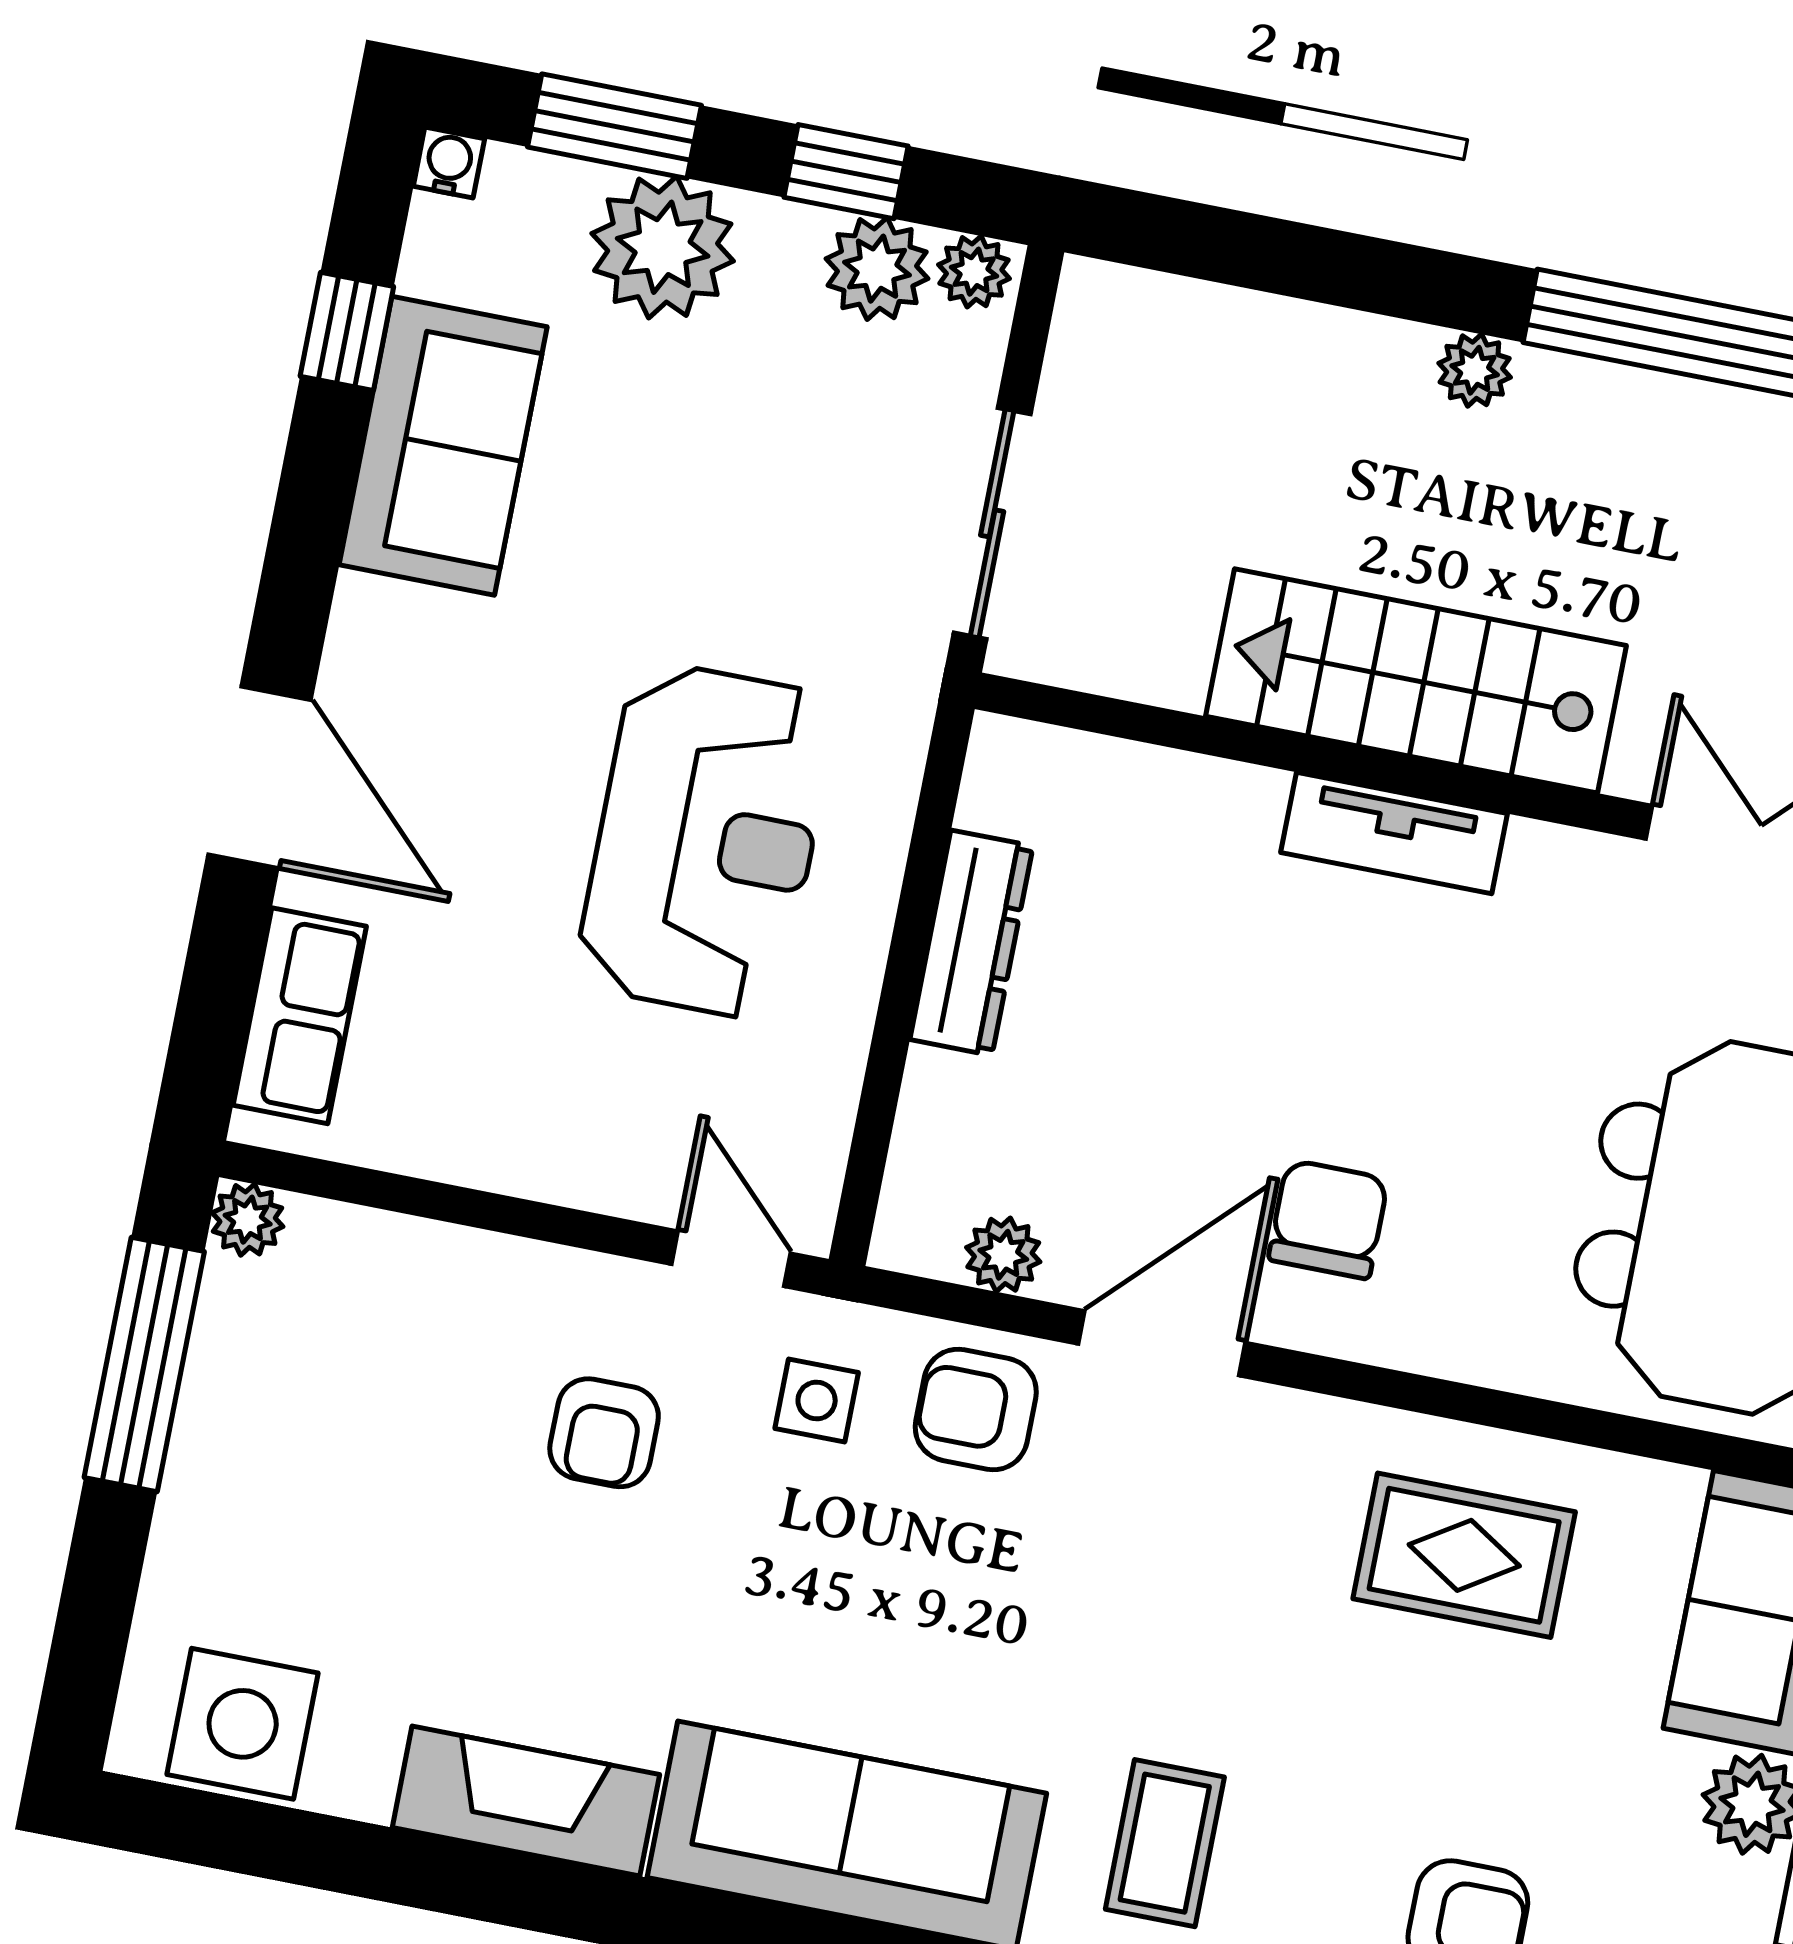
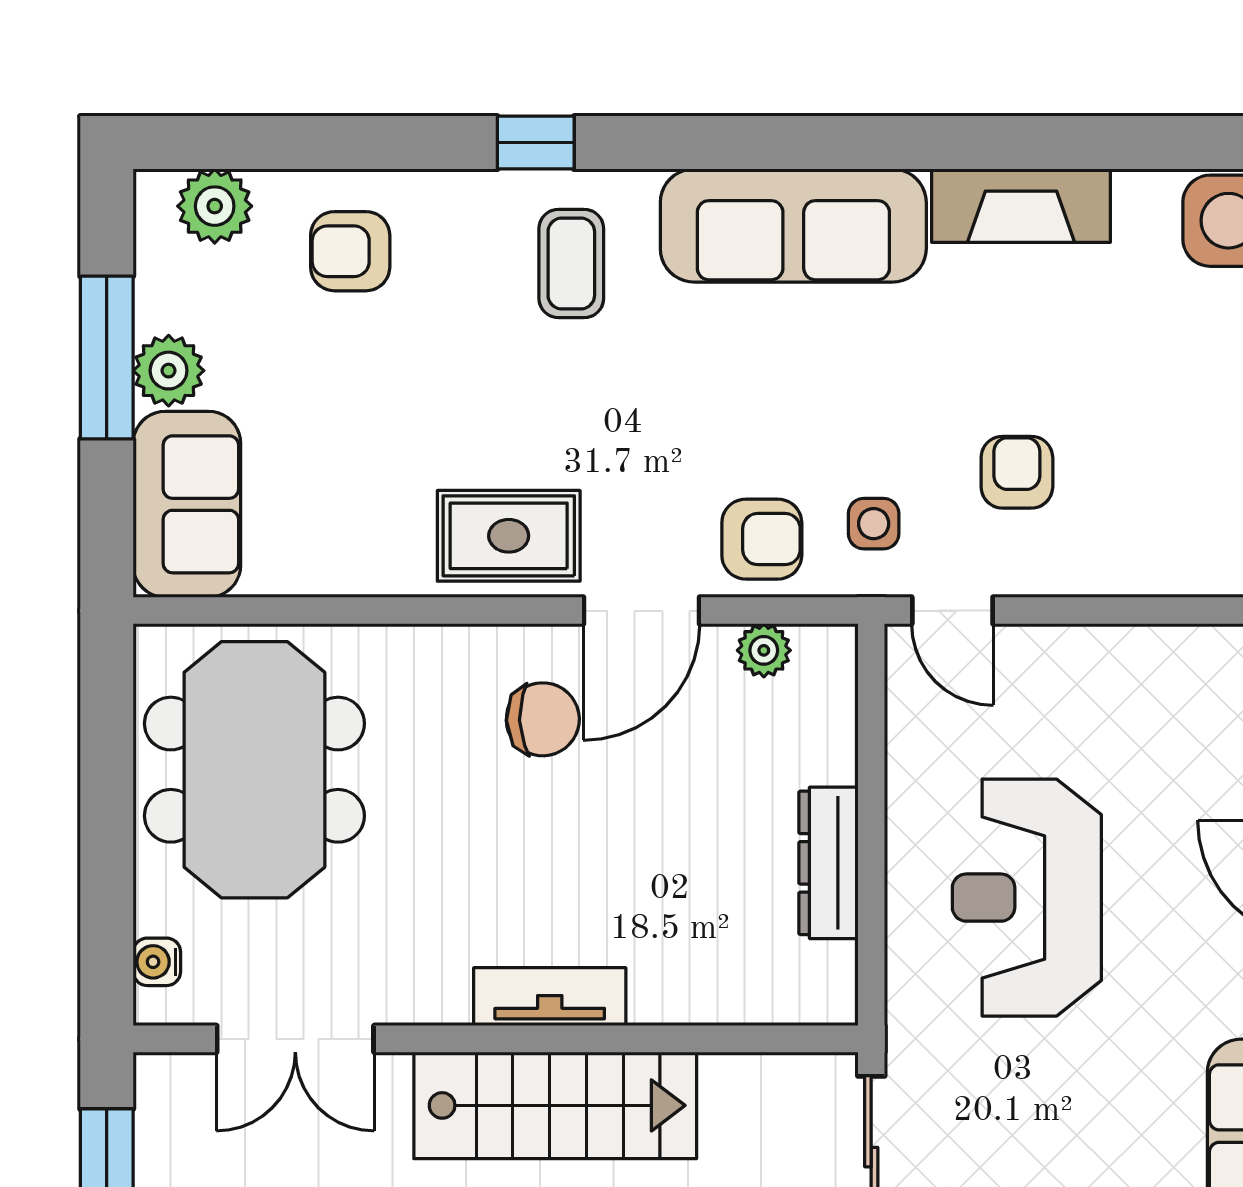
chair: (1328, 1219) -> (543, 719), turned -92
rug: (1464, 1555) -> (509, 536), moved

